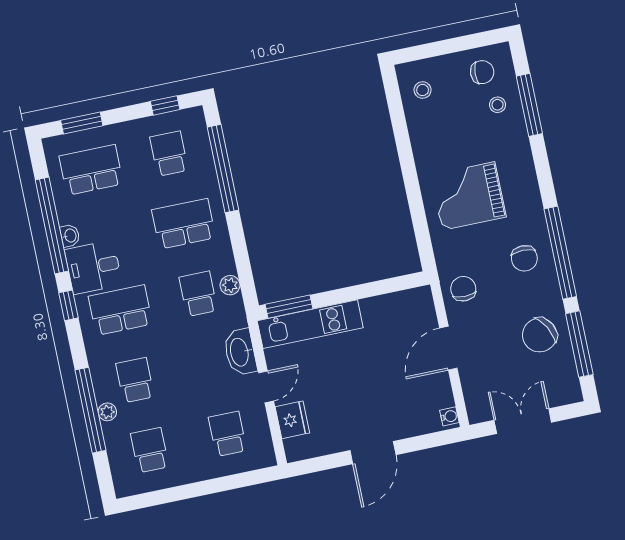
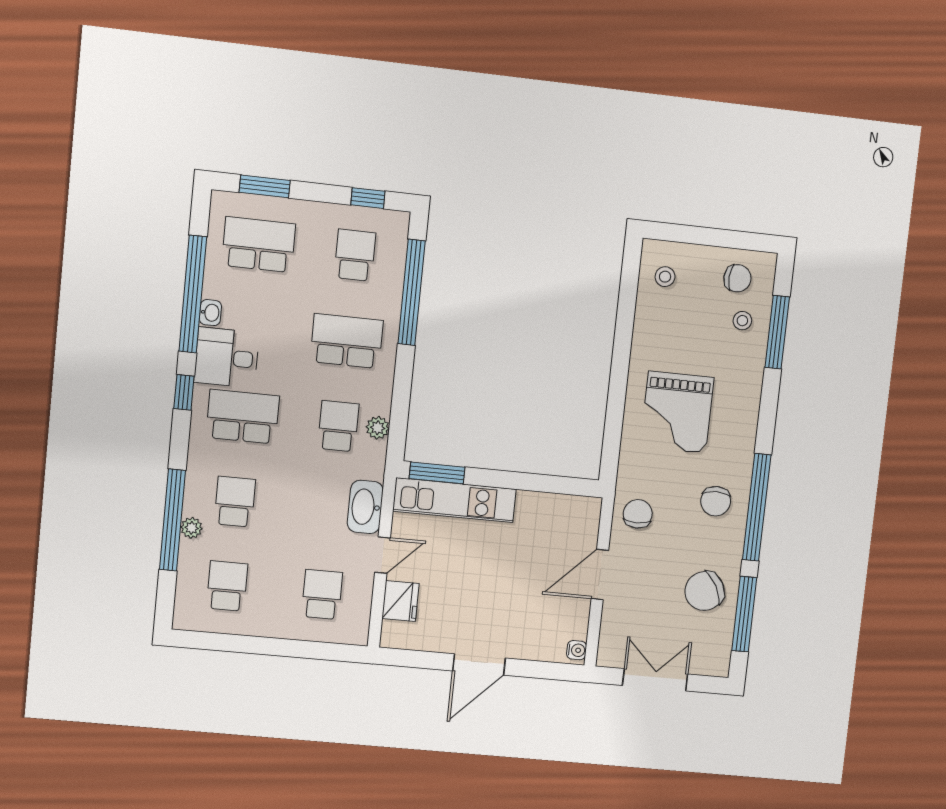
grand piano: (468, 196) -> (677, 412), turned -90

